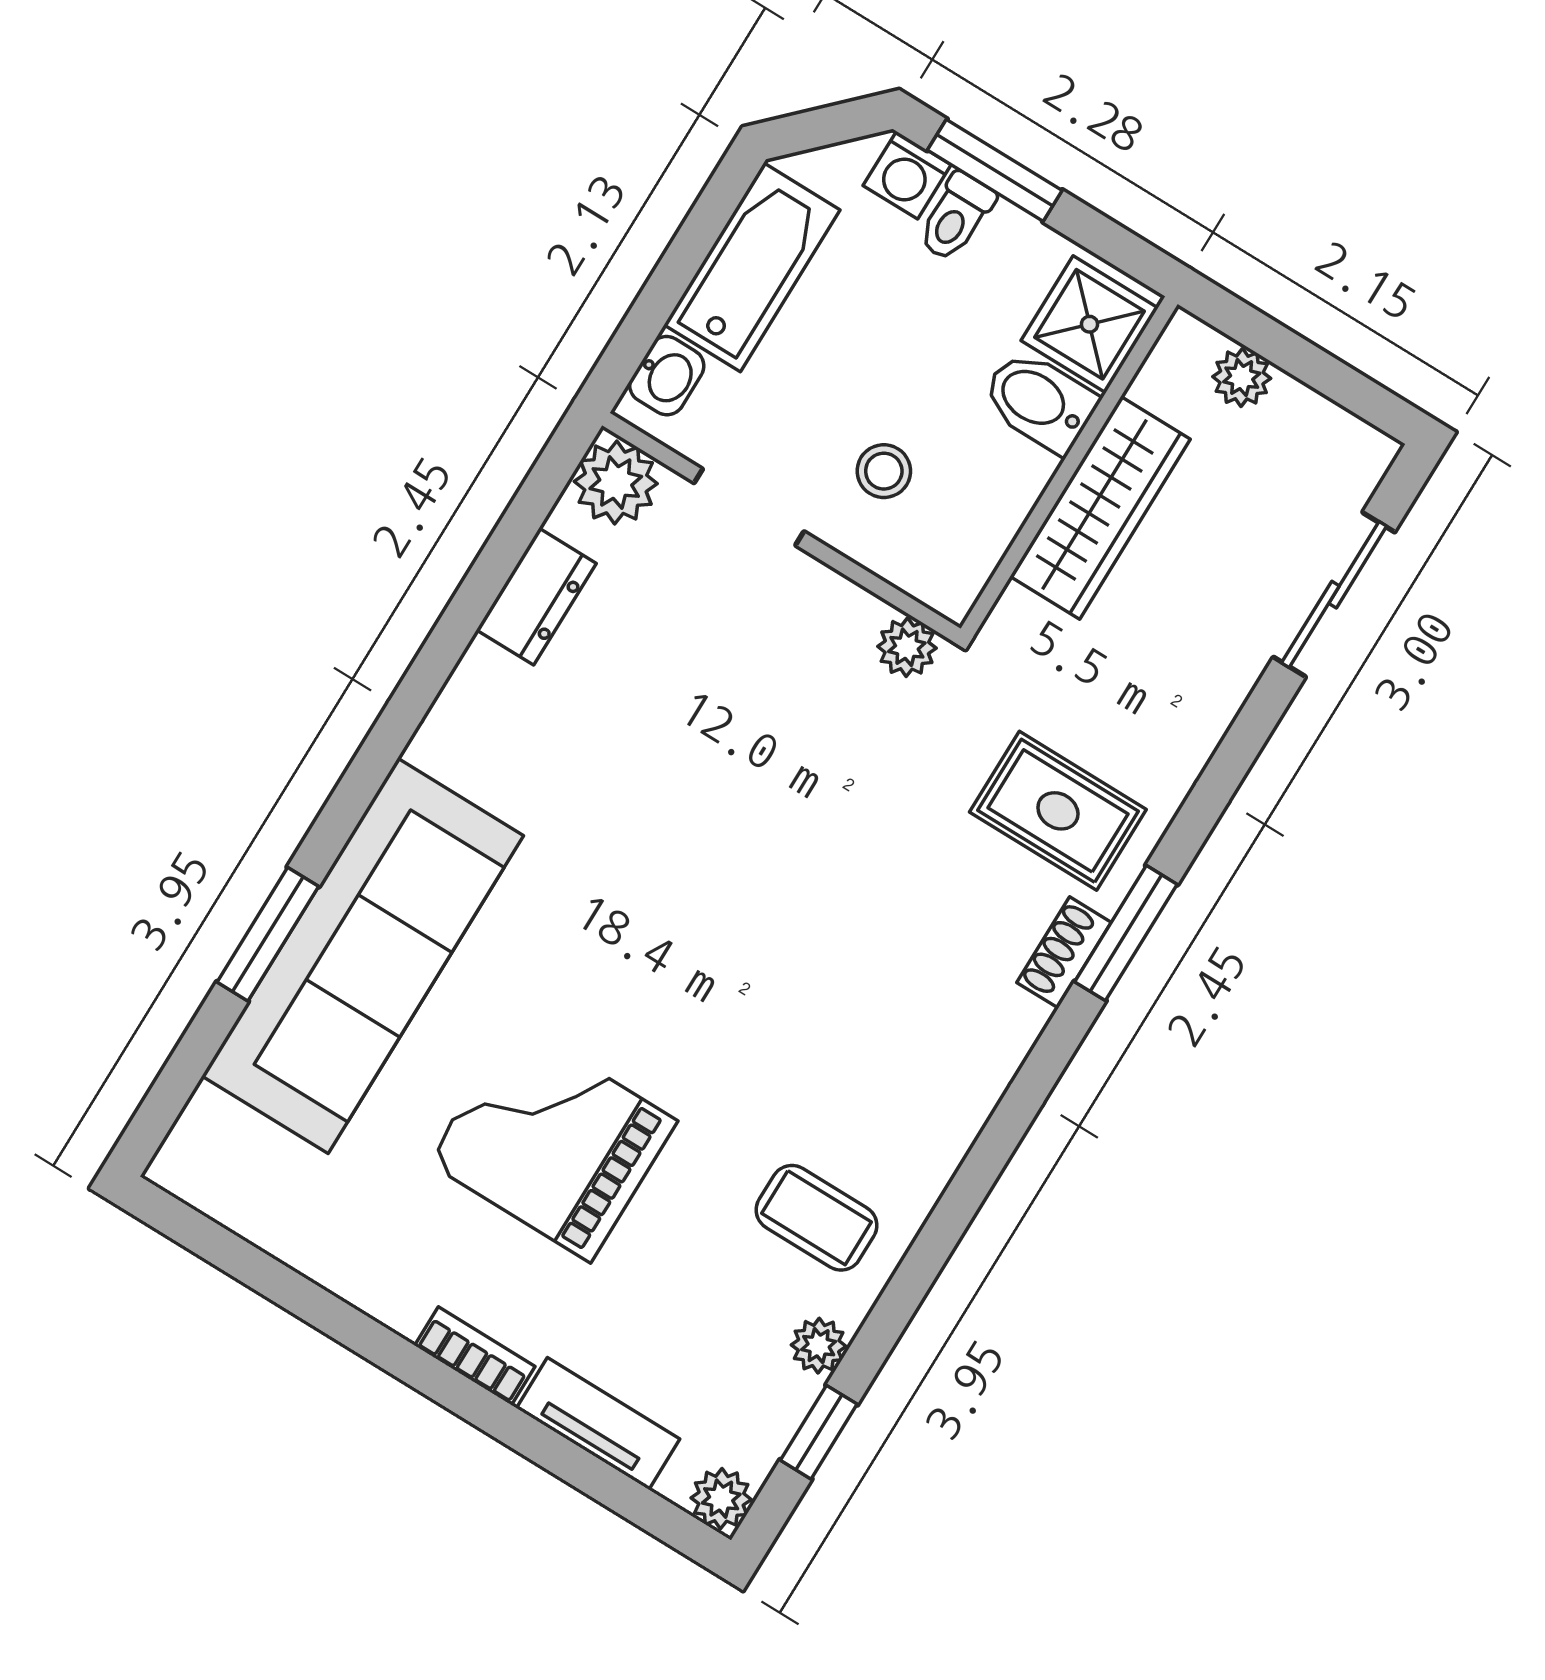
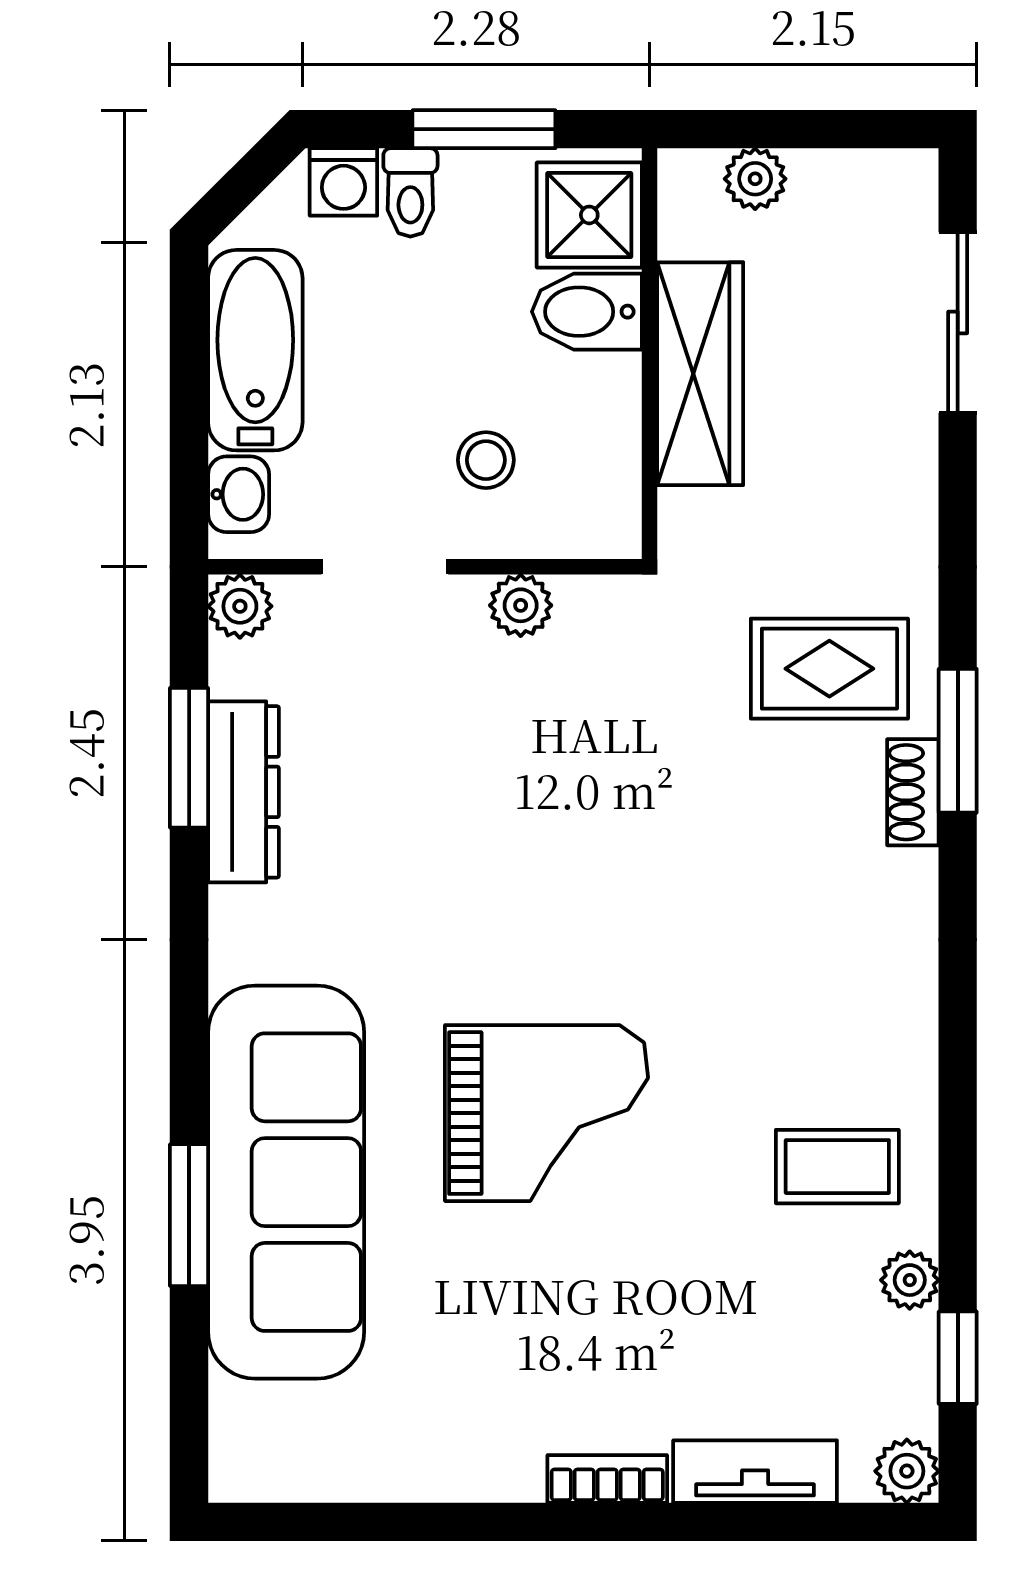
window: (995, 170) -> (484, 129), moved
plant: (616, 483) -> (240, 606), width x0.73, depth x0.73
window: (495, 564) -> (189, 758), added
dresser: (536, 597) -> (243, 792), width x1.44
plant: (907, 647) -> (521, 605), moved
grand piano: (552, 1142) -> (547, 1113), moved, turned 180

